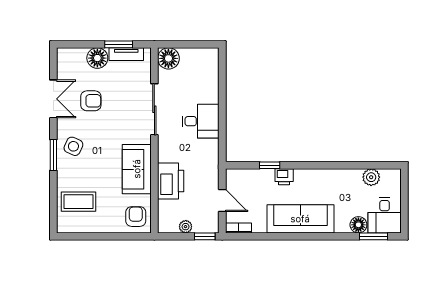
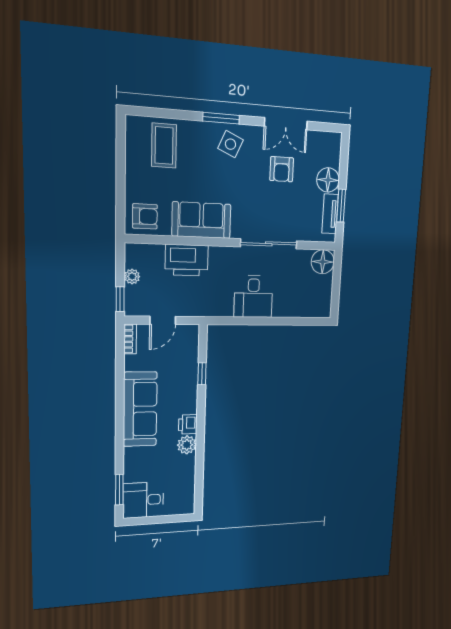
printer: (284, 177) -> (188, 424), moved
plant: (371, 177) -> (187, 445), moved
floor lamp: (358, 225) -> (133, 473), removed

